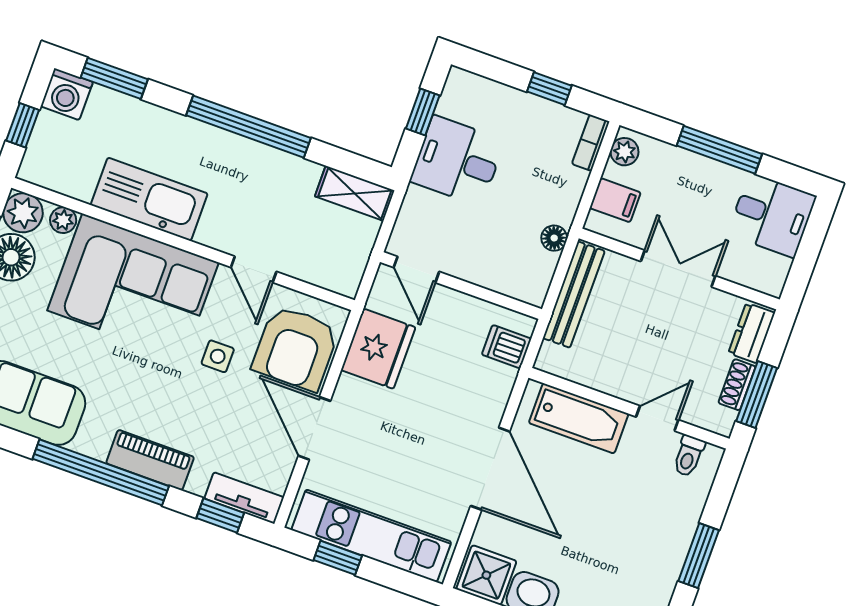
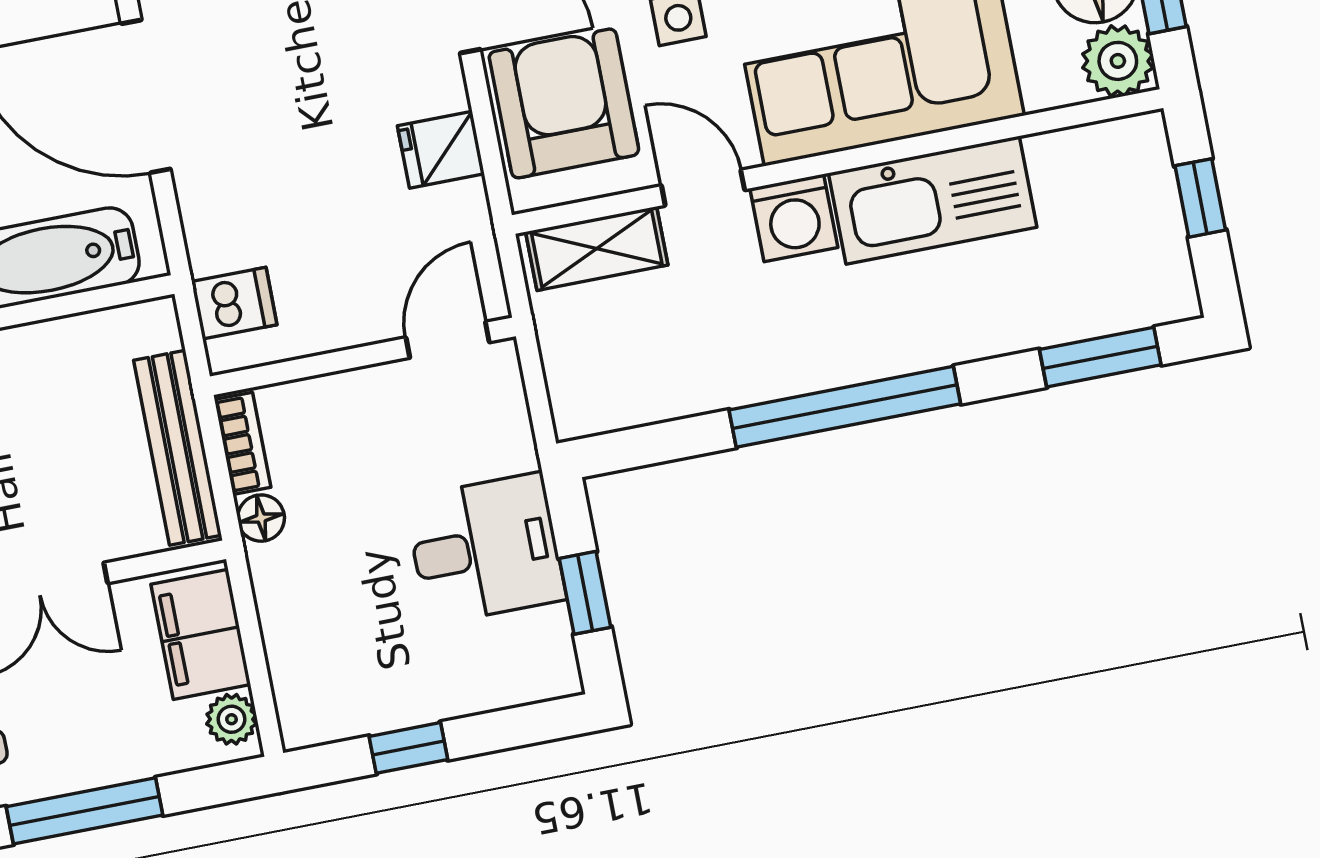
washing machine: (67, 94) -> (794, 218), moved, turned 180
bookcase: (591, 143) -> (243, 443), moved
shelving: (355, 193) -> (597, 249), moved
filing cabinet: (615, 200) -> (201, 634), width x2.00
plant: (63, 220) -> (1048, 87), removed
door: (416, 270) -> (448, 340), hinge flipped
fridge: (378, 349) -> (441, 150), width x0.53, depth x0.75

